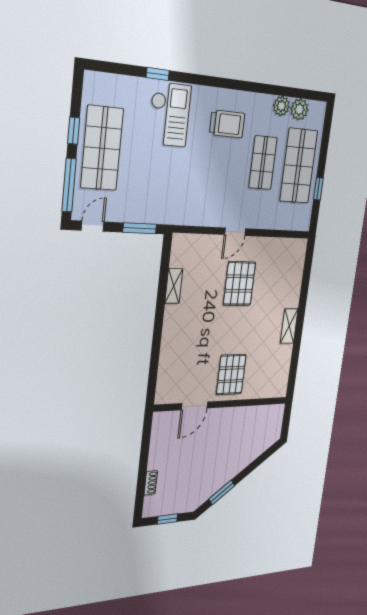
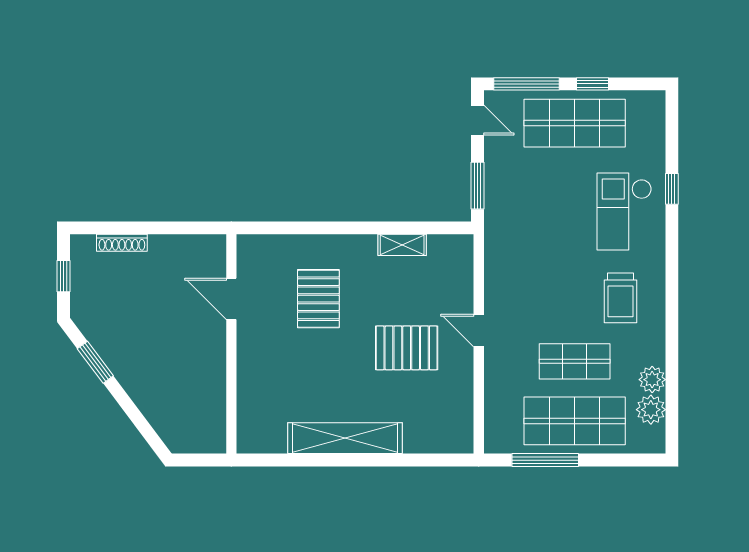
checkout: (170, 115) -> (624, 211), turned 90
window: (318, 189) -> (545, 460), width x2.17
shelving: (289, 326) -> (345, 438), width x2.20, depth x1.33
pallet: (231, 374) -> (318, 299), moved, turned 90
shoe rack: (151, 483) -> (122, 243), width x1.43

